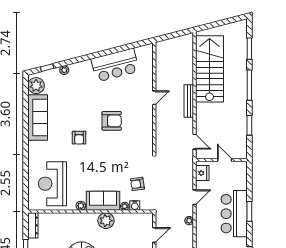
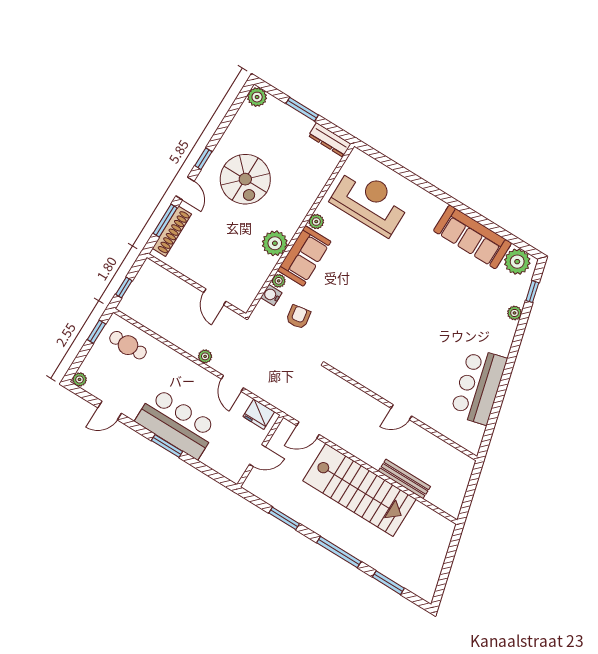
stairs: (209, 69) -> (359, 490), moved
door: (154, 98) -> (401, 412), hinge flipped
bench: (189, 101) -> (404, 479), moved
armchair: (112, 121) -> (406, 335), removed
armchair: (79, 138) -> (410, 276), removed

